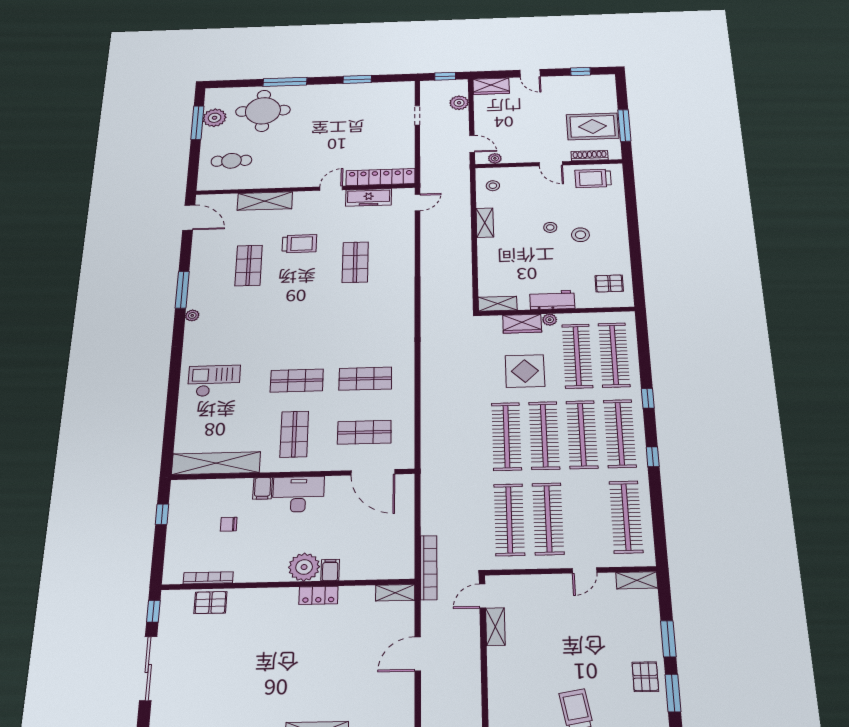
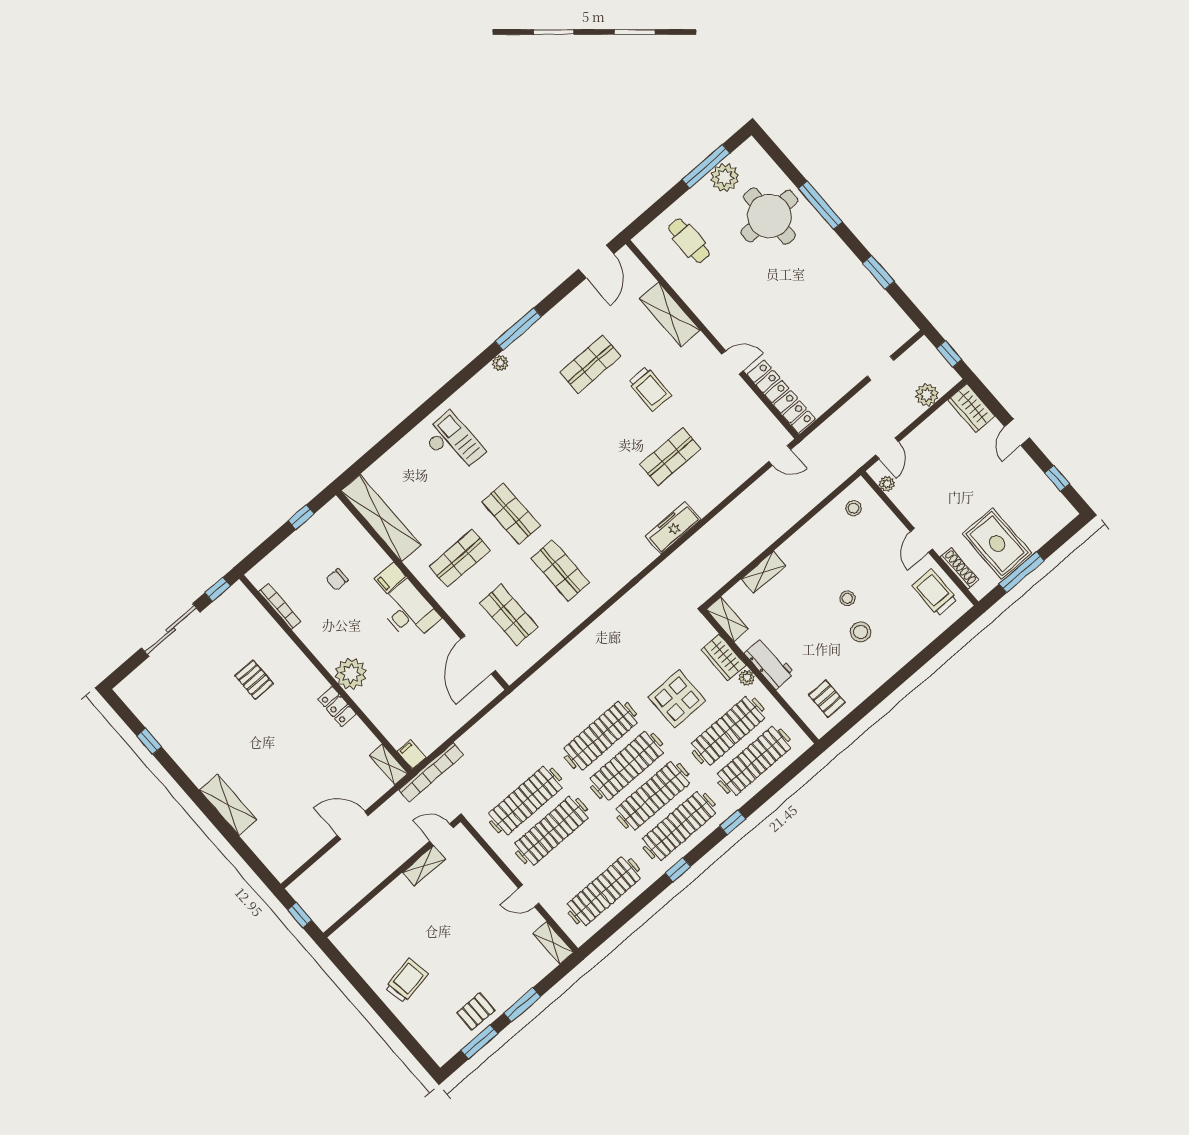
freezer: (369, 197) -> (673, 528), moved, turned 90
shelving: (485, 223) -> (764, 572), moved
chair: (229, 524) -> (337, 579), turned -90
filing cabinet: (330, 570) -> (411, 755), moved, turned -90
pallet: (210, 603) -> (254, 680), moved

